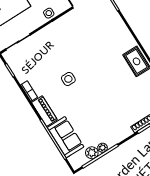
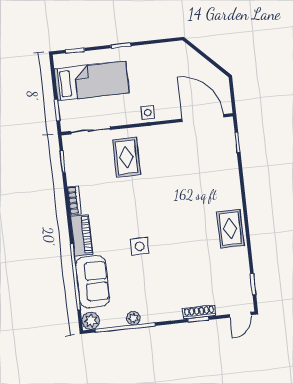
rug: (49, 48) -> (126, 157), added
side table: (68, 79) -> (140, 246), moved
plant: (92, 153) -> (91, 321), moved

